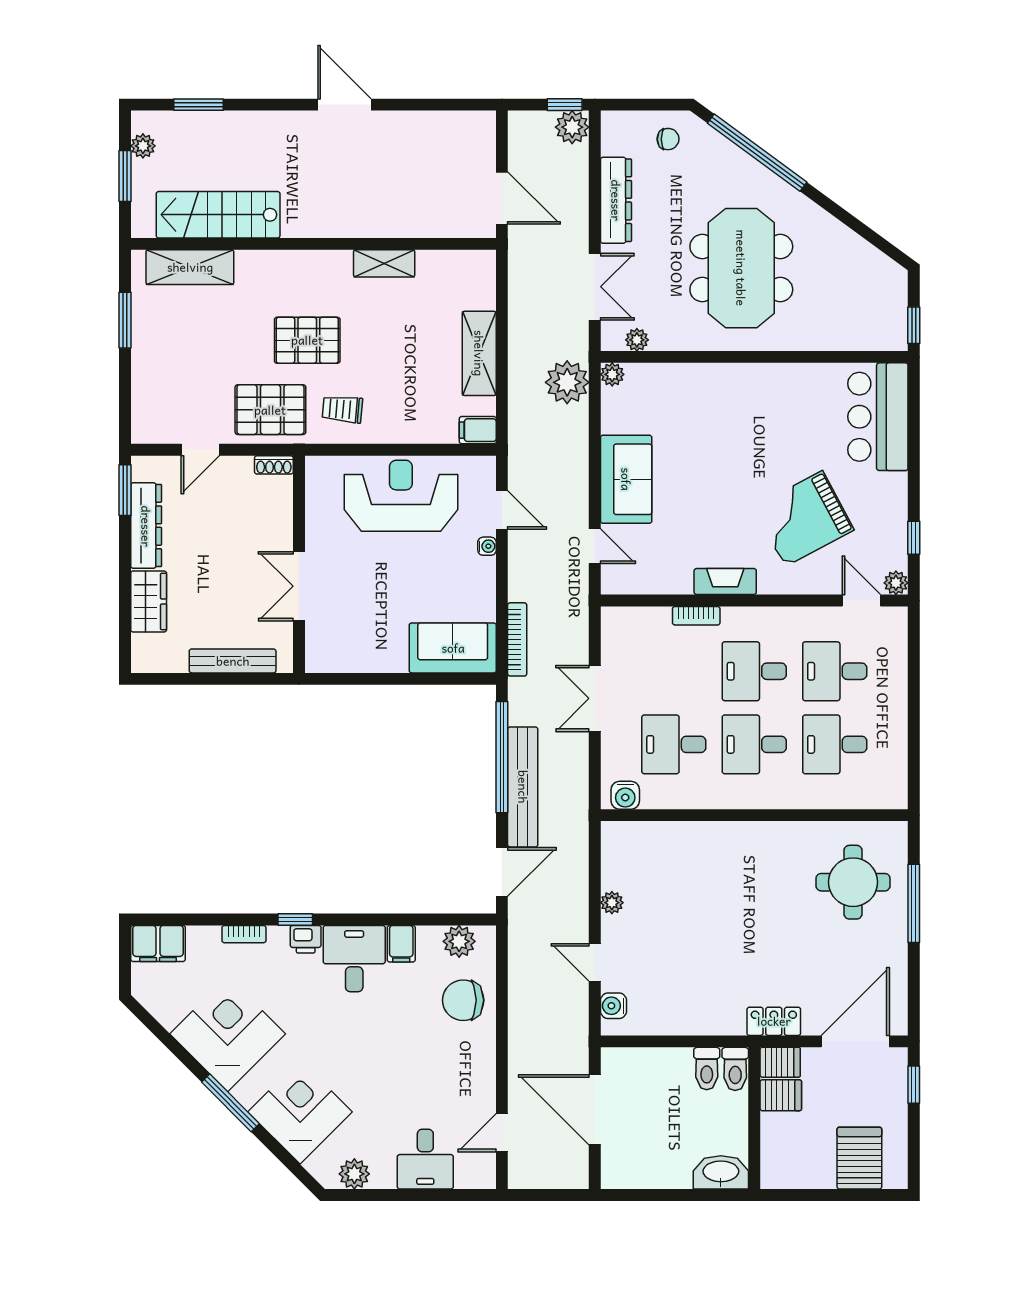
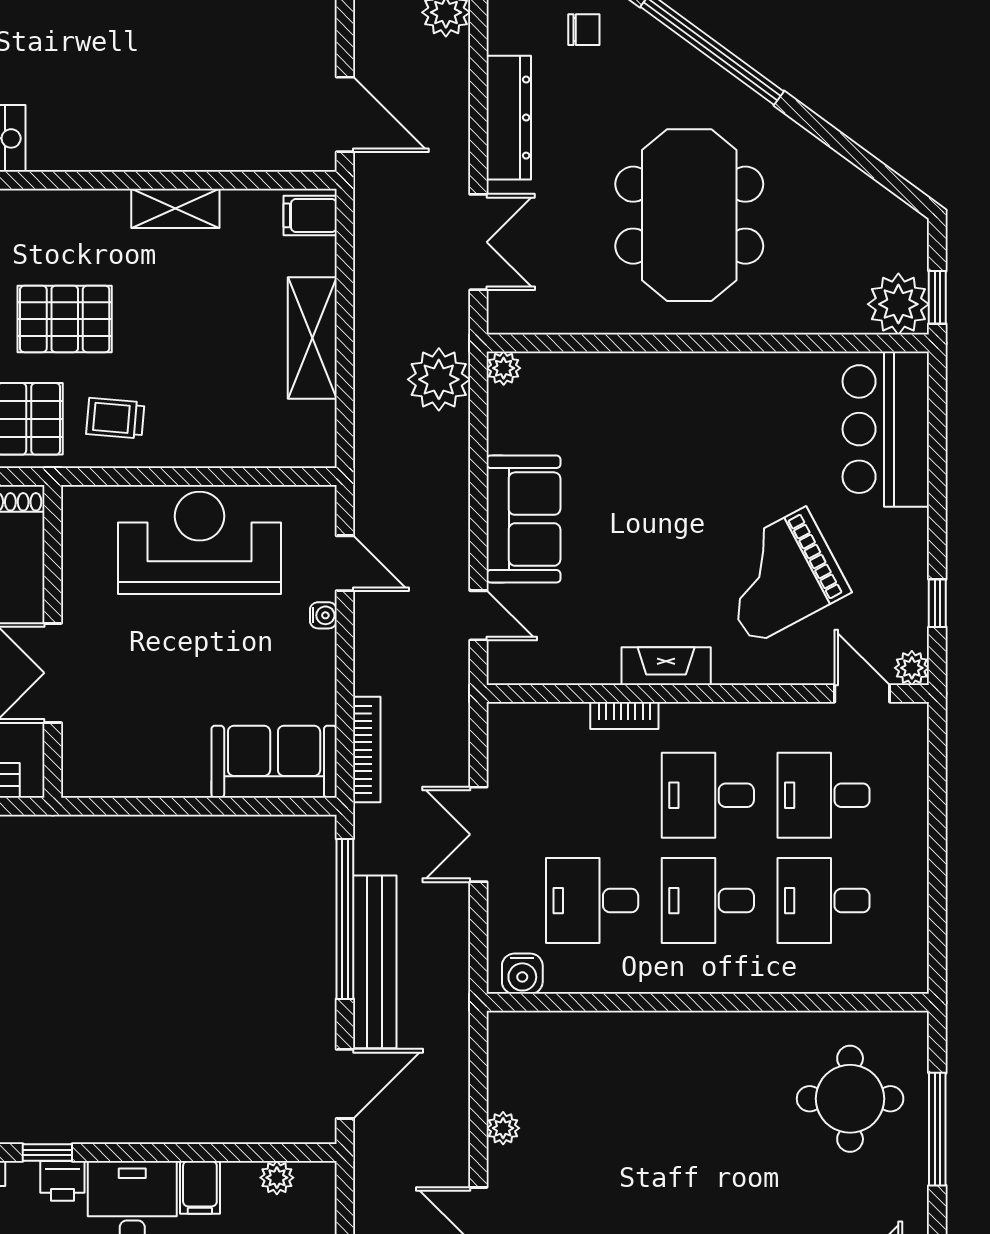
plant: (637, 340) -> (898, 304), moved, width x1.88, depth x1.88
filing cabinet: (478, 430) -> (310, 215), moved
plant: (459, 941) -> (277, 1178), width x0.73, depth x0.73

